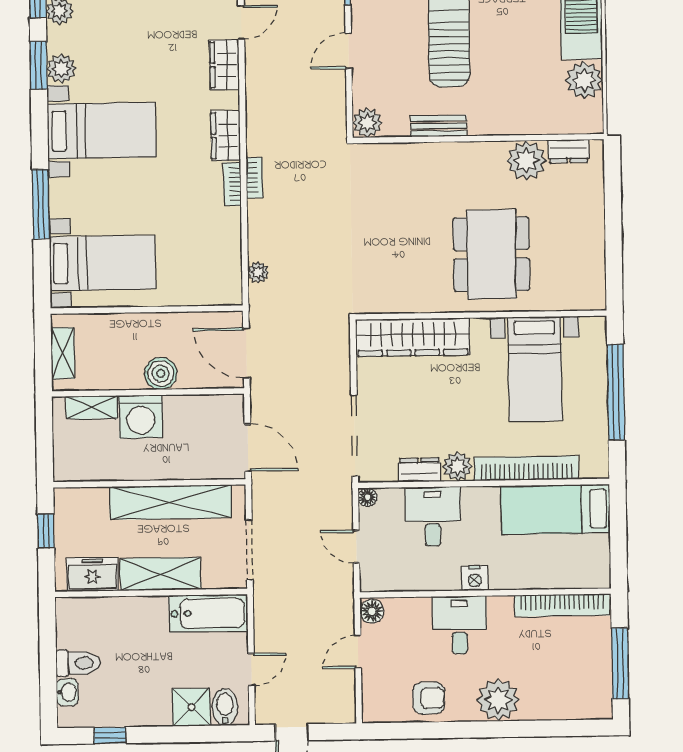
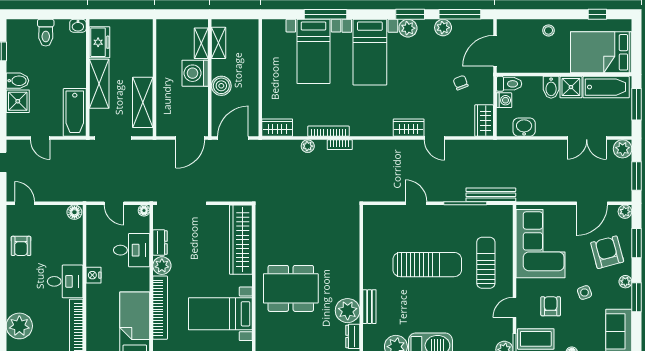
plant: (367, 123) -> (372, 214), removed
bench: (438, 126) -> (369, 307), moved
wardrobe: (226, 136) -> (277, 128), moved
bookcase: (232, 184) -> (329, 131), width x1.56
bed with nightstands: (103, 263) -> (313, 51), moved
plant: (258, 272) -> (308, 146), moved
shelving: (63, 353) -> (219, 43), moved, turned 90
door: (248, 448) -> (190, 138), moved
shelving: (171, 502) -> (143, 102), width x0.68
window: (46, 531) -> (126, 14), removed
door: (356, 546) -> (114, 203), swing flipped
desk: (460, 625) -> (65, 281), moved
door: (358, 652) -> (25, 203), moved
washbasin: (67, 692) -> (78, 26), moved
plant: (498, 700) -> (19, 326), moved
bidet: (225, 707) -> (17, 81), moved

